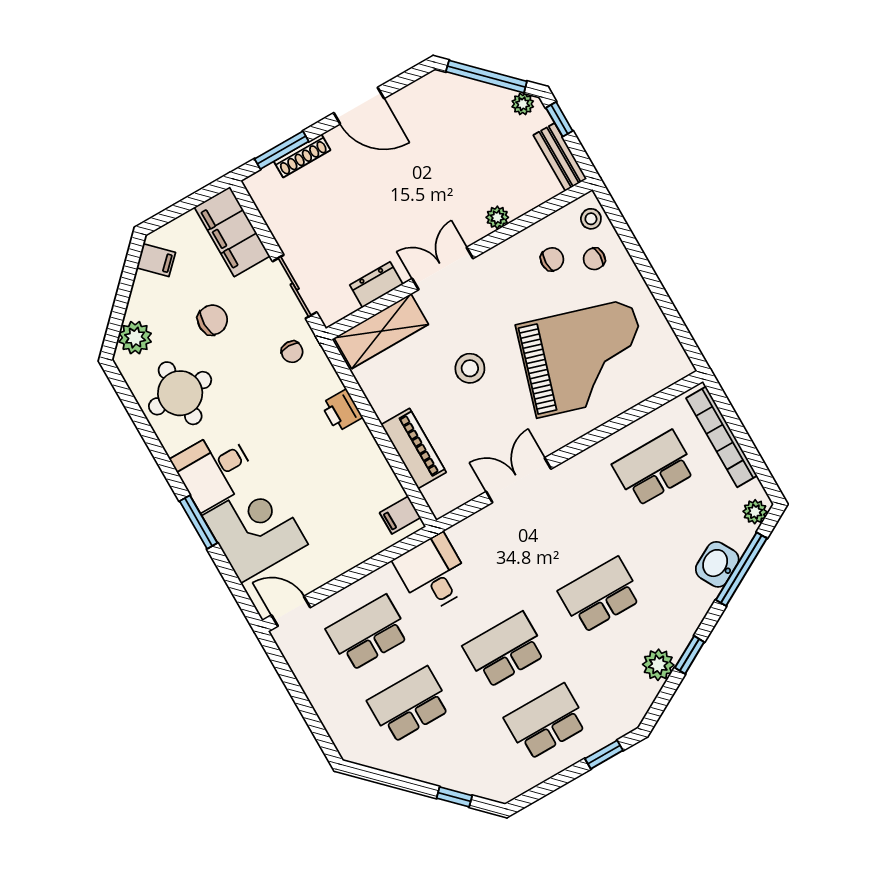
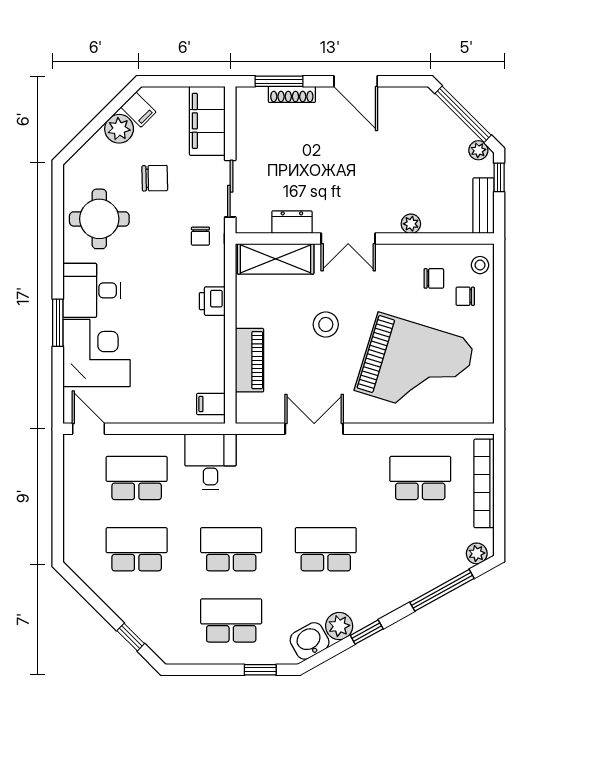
double door: (443, 269) -> (348, 239), swing flipped
plant: (135, 338) -> (119, 129), moved
washbasin: (717, 564) -> (310, 641), moved

